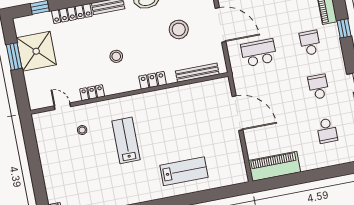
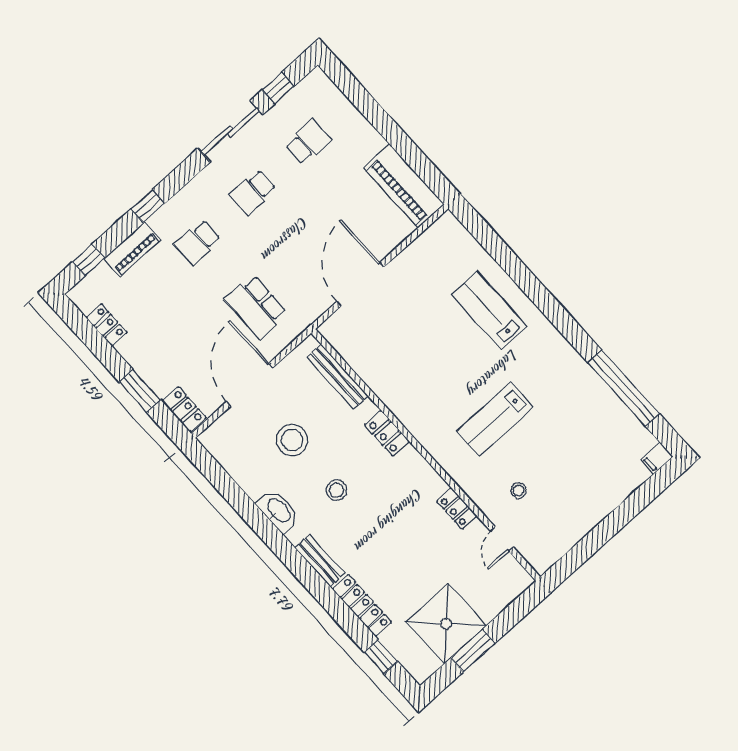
stool: (116, 56) -> (337, 490), moved

